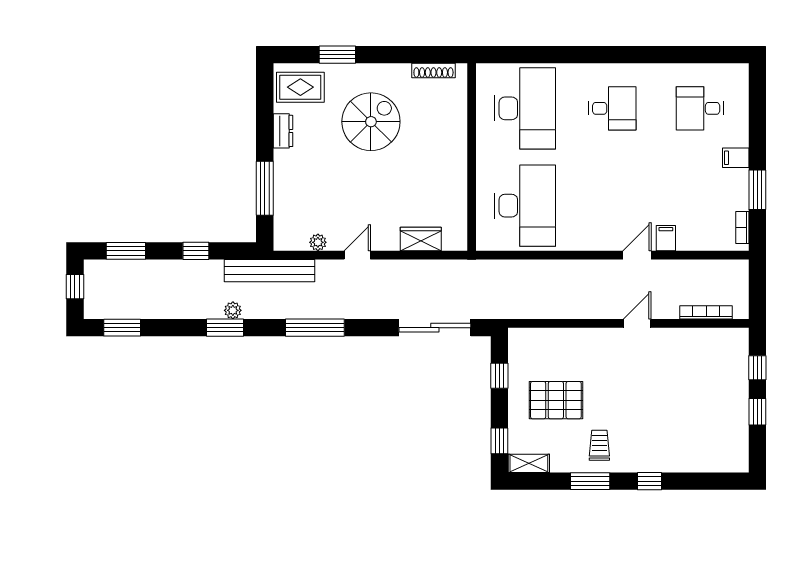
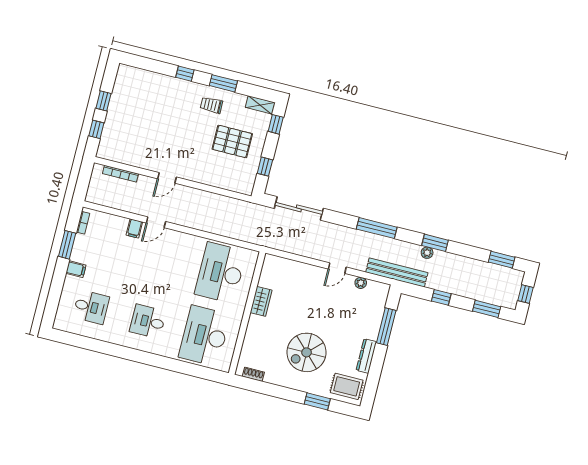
shoe rack: (433, 71) -> (253, 374), width x0.70
dresser: (283, 131) -> (366, 356), width x1.44
wardrobe: (421, 239) -> (261, 301), moved, turned -90
trolley: (599, 445) -> (211, 105), turned 89

